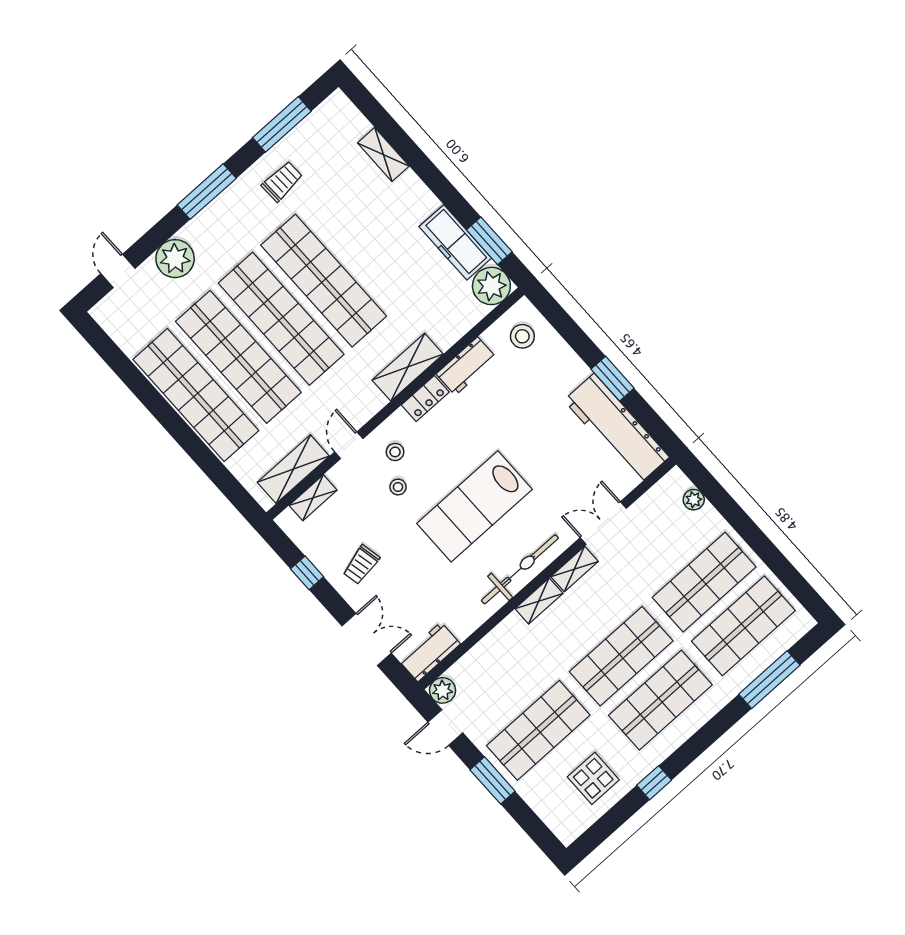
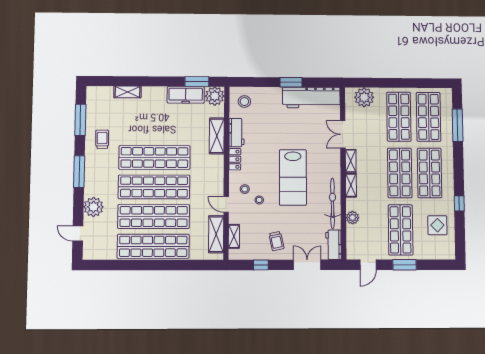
shelving: (408, 367) -> (217, 136), moved
plant: (694, 500) -> (364, 97), width x1.88, depth x1.88
bicycle: (520, 569) -> (332, 203), moved
plant: (443, 690) -> (352, 218), moved

